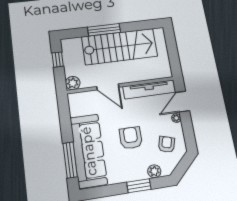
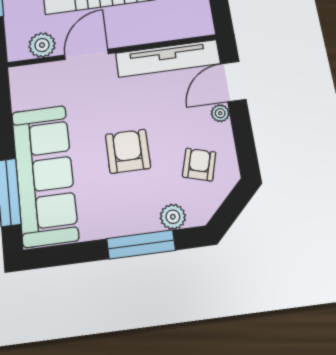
plant: (73, 83) -> (42, 45), moved
door: (108, 87) -> (86, 54), swing flipped
window: (139, 186) -> (141, 244), width x1.44

